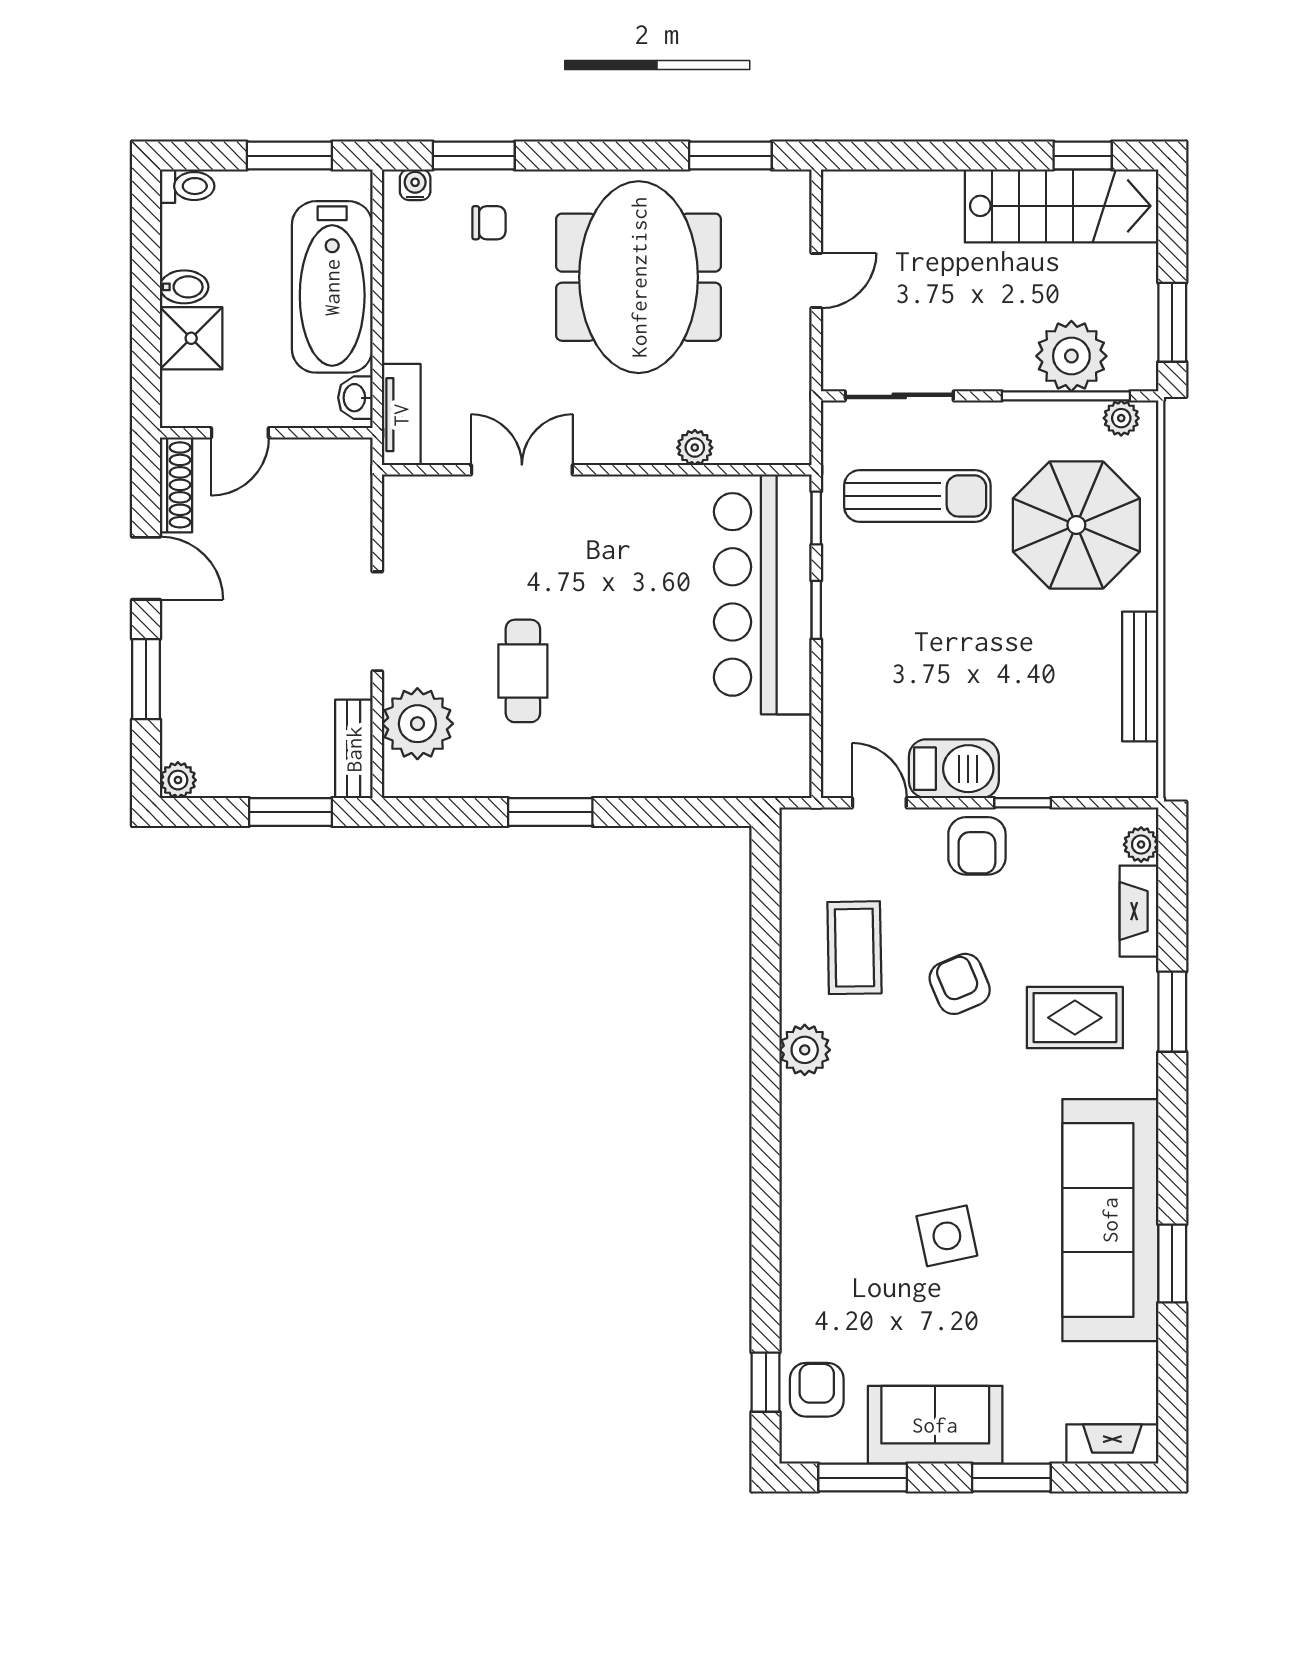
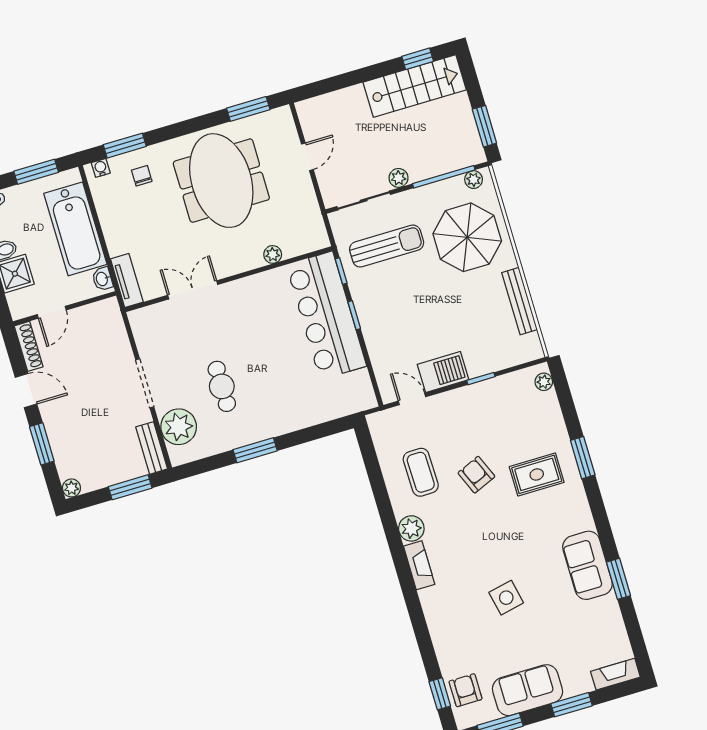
chair: (489, 223) -> (142, 176), turned -90
plant: (1071, 356) -> (399, 178), moved, width x0.53, depth x0.53
armchair: (977, 846) -> (465, 406), removed
fireplace: (1139, 911) -> (419, 565), moved, turned 180
sofa: (1110, 1220) -> (587, 565), width x0.54, depth x0.79

